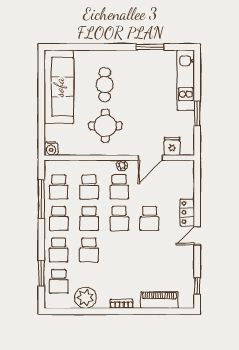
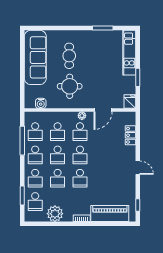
fridge: (172, 146) -> (130, 102), moved
water cooler: (51, 149) -> (41, 103), moved
locker: (187, 212) -> (130, 135), moved
school desk: (150, 218) -> (80, 178), moved
door: (197, 236) -> (138, 168), swing flipped
piano: (160, 300) -> (110, 213), width x1.37, depth x1.33

